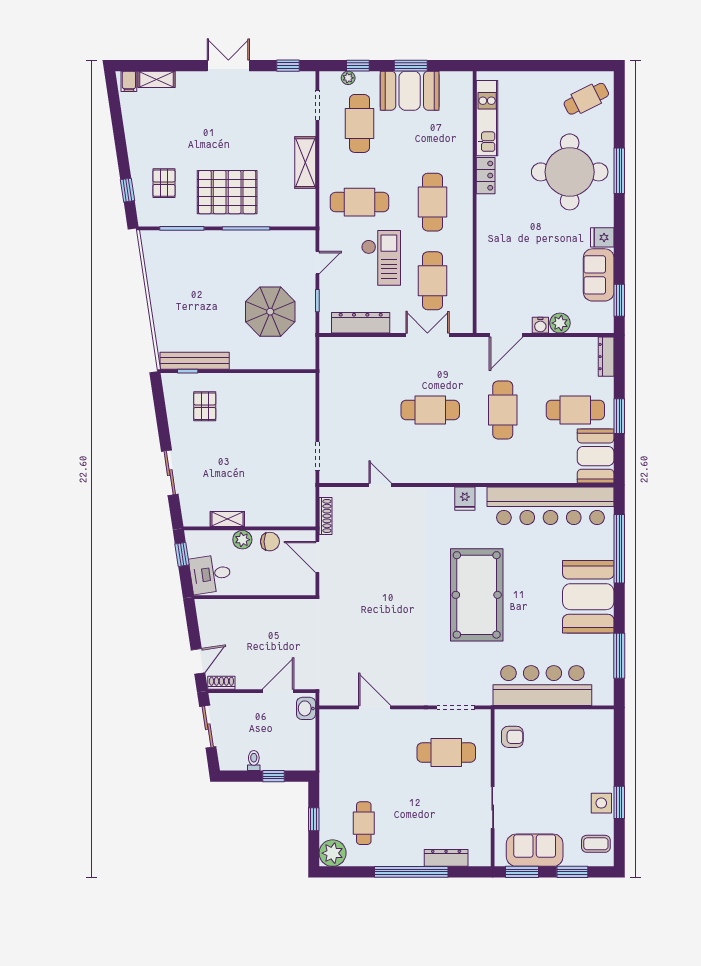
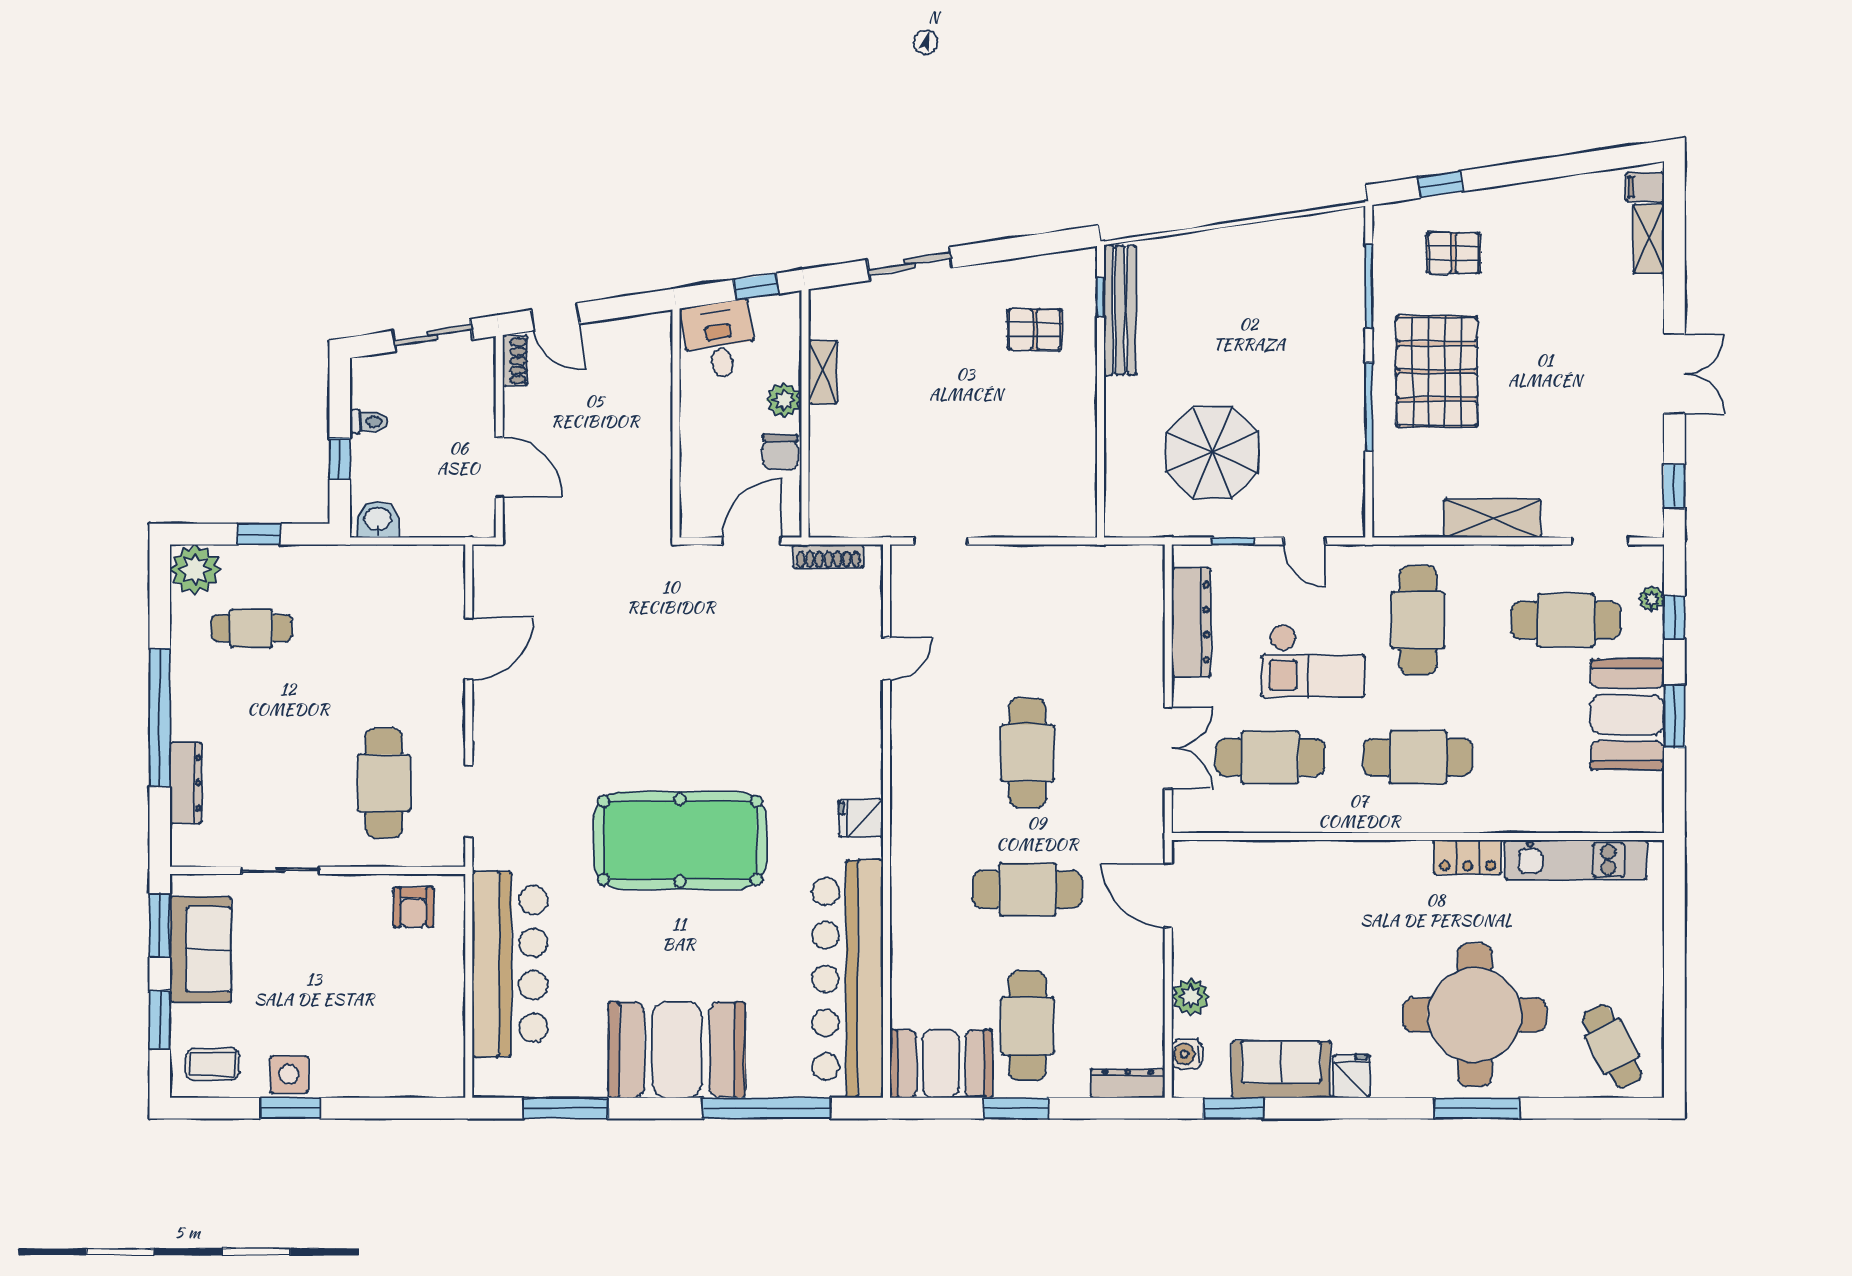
water cooler: (540, 325) -> (1187, 1054), moved
washbasin: (306, 708) -> (378, 520), moved
coffee table: (596, 844) -> (213, 1064), turned 90

